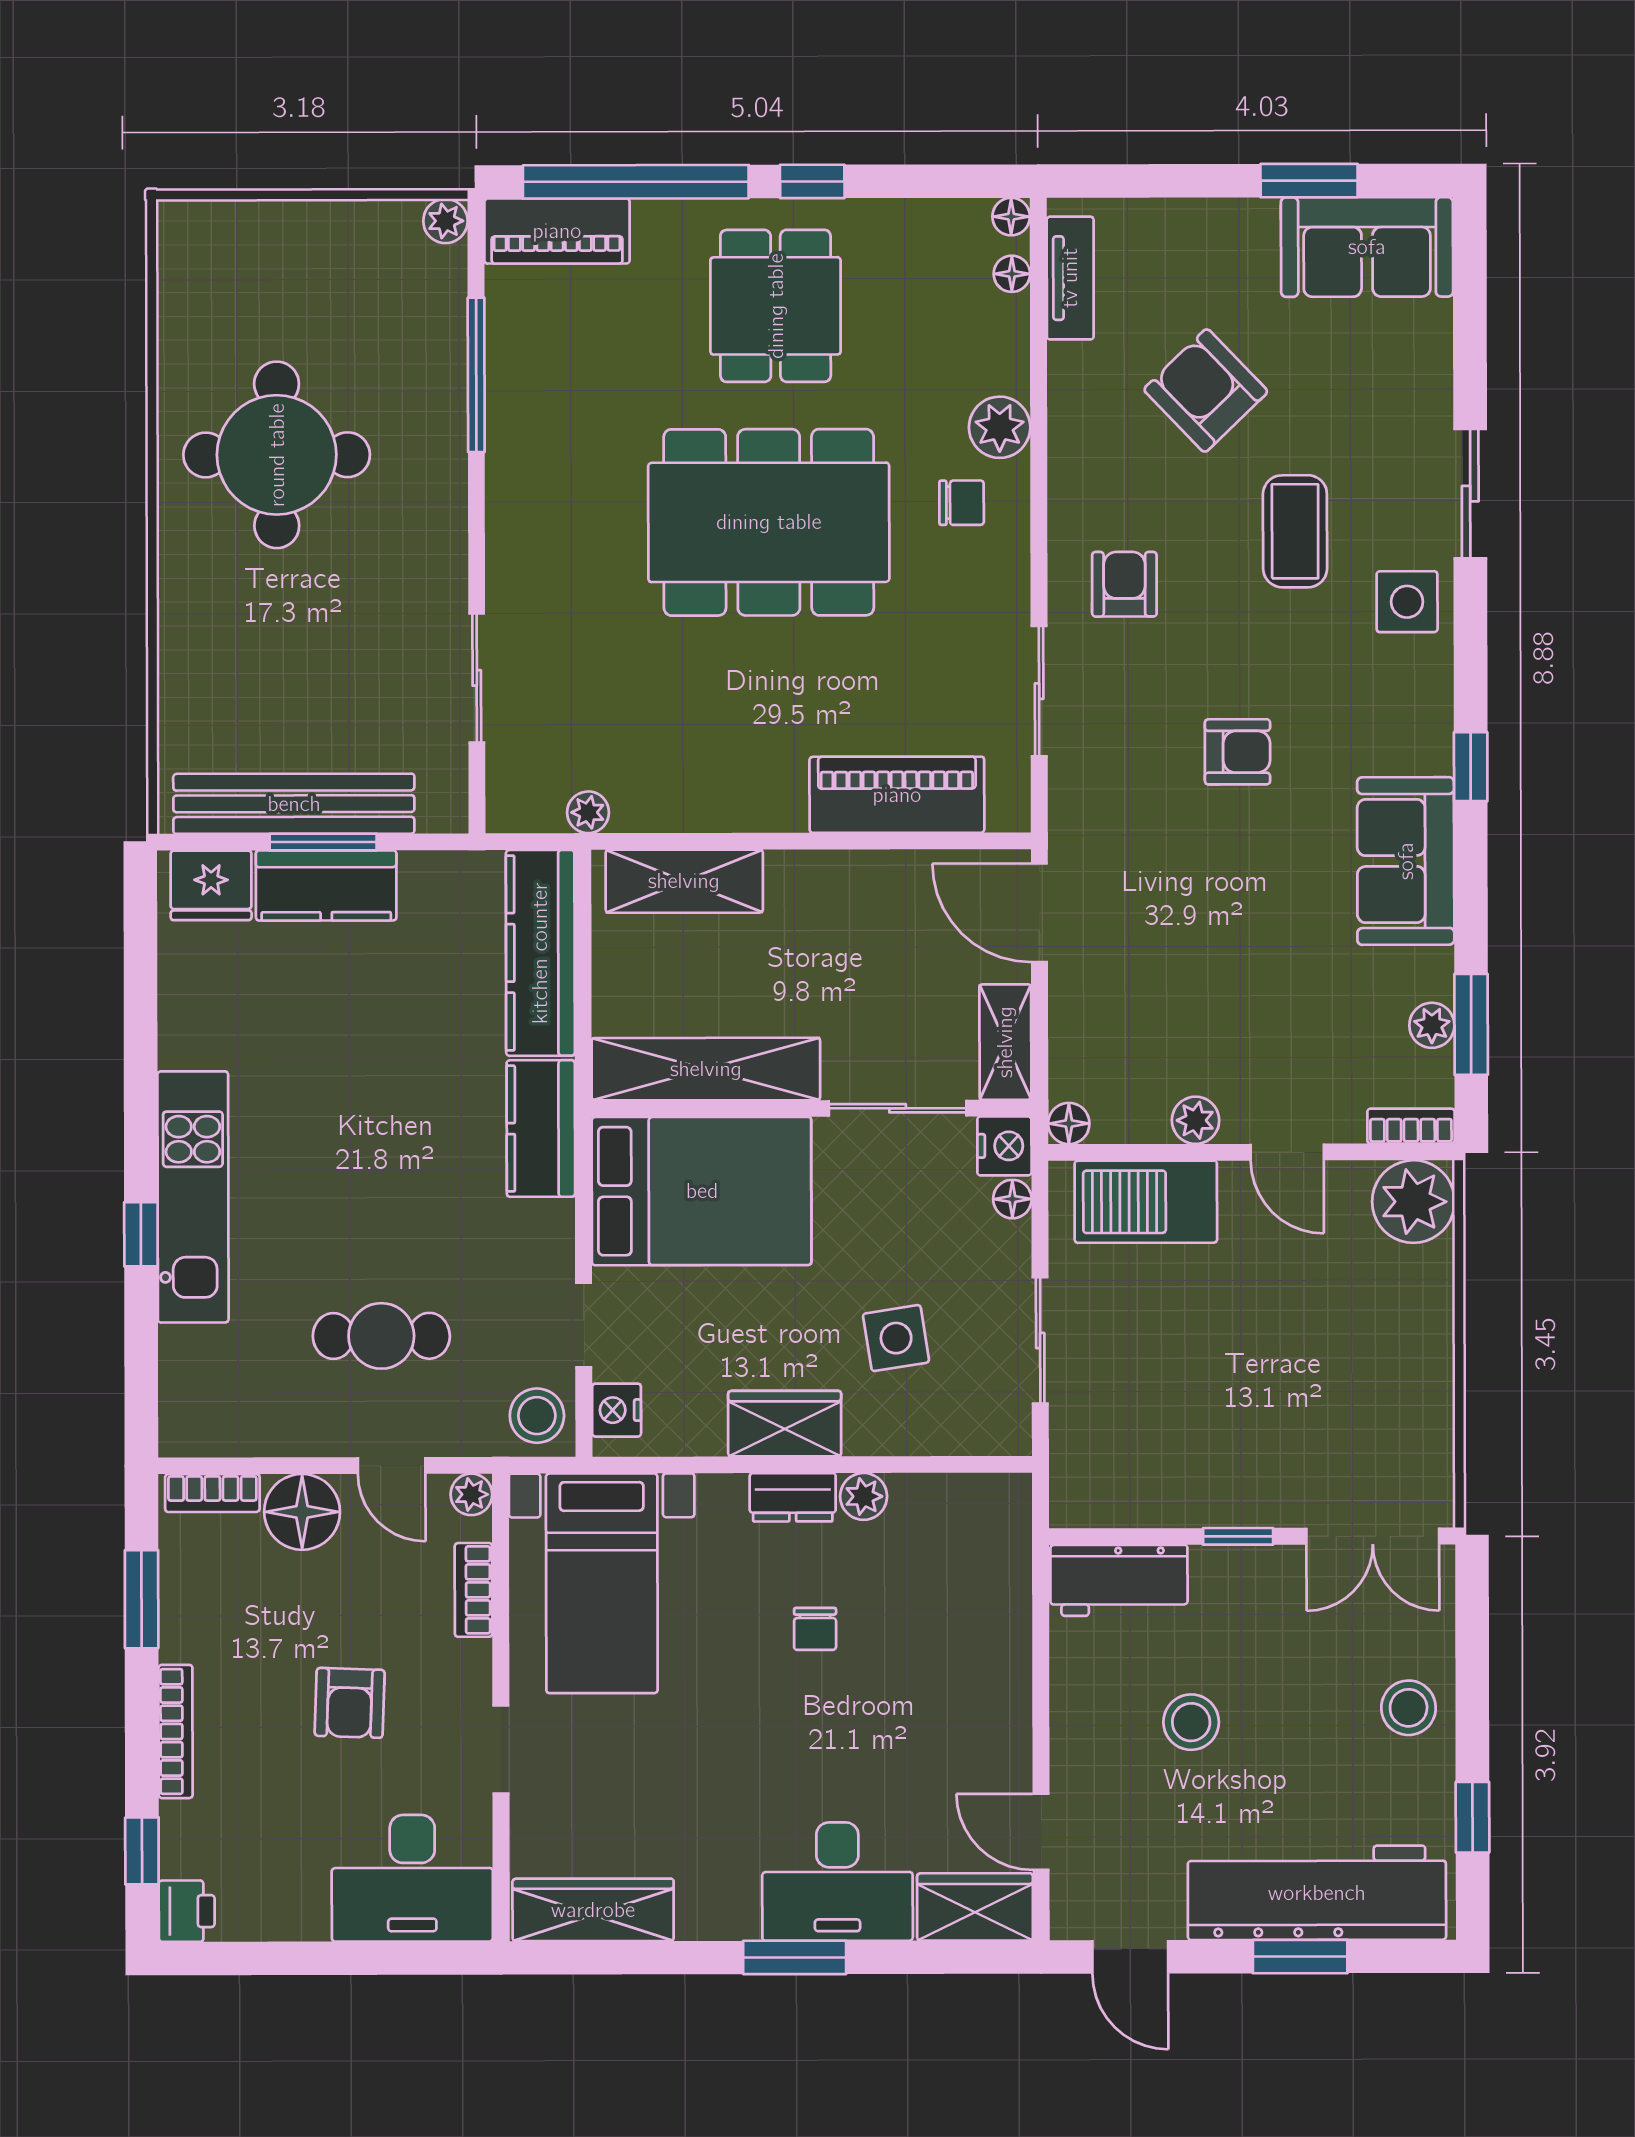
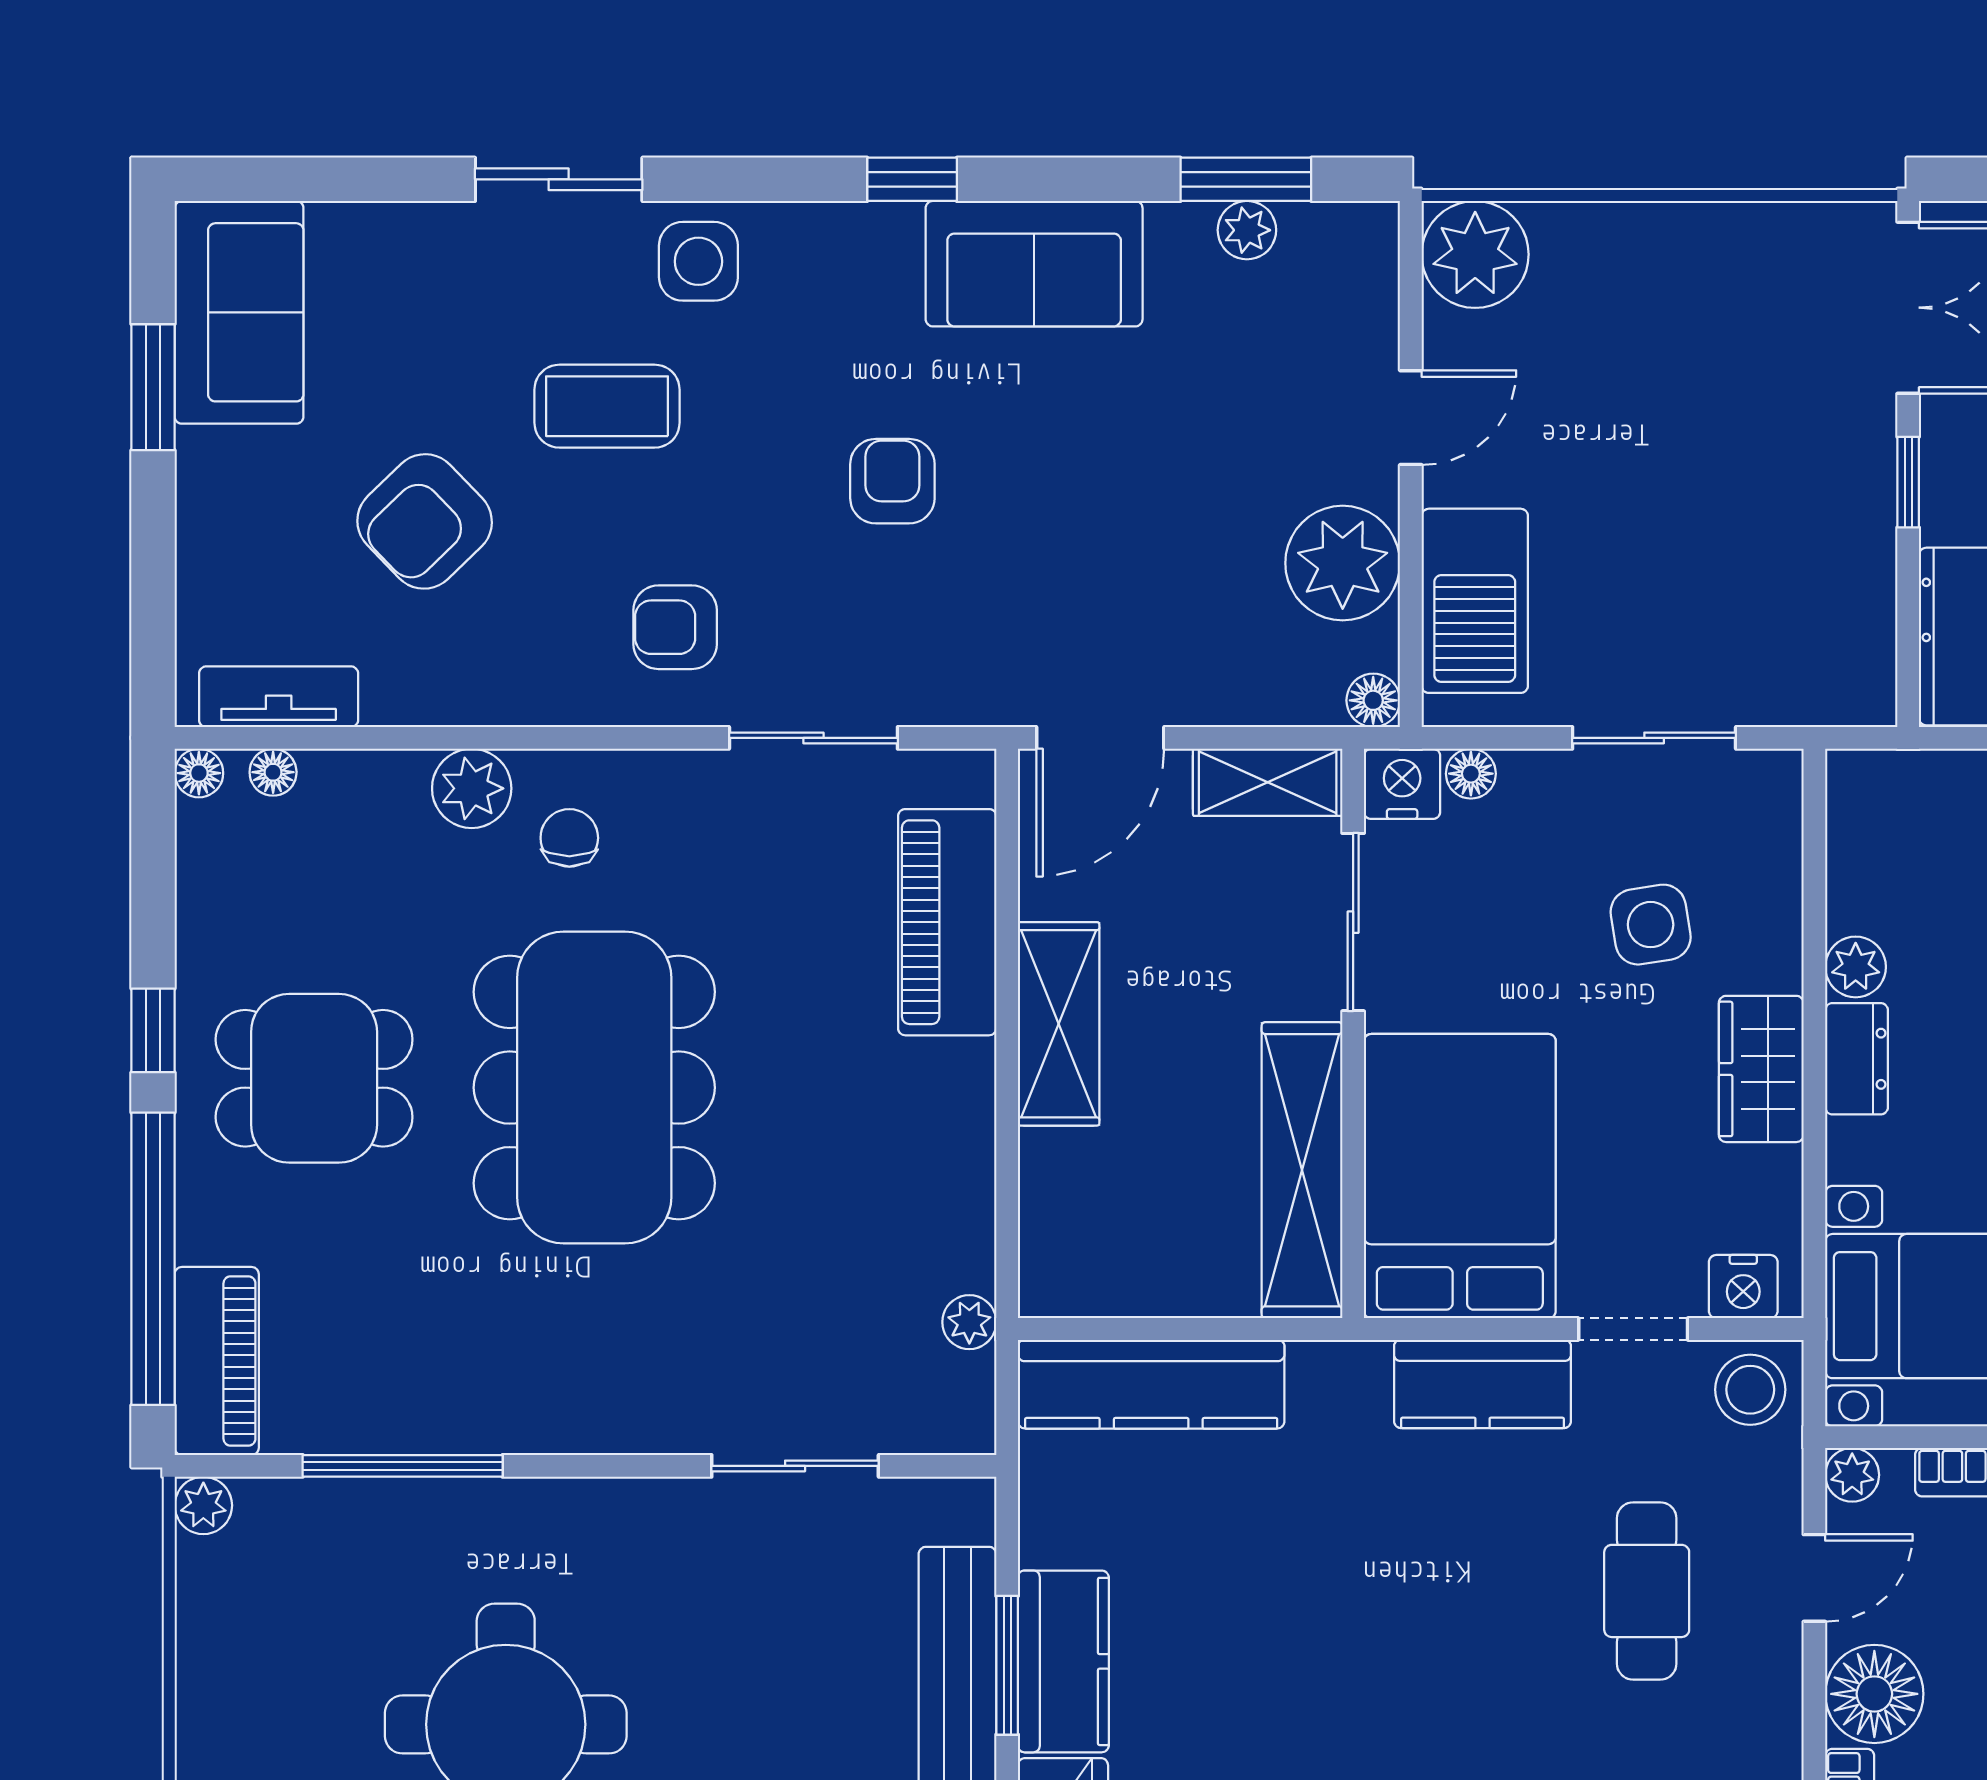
shelving: (684, 881) -> (1059, 1024), moved
plant: (1196, 1120) -> (1343, 563), width x1.88, depth x1.88
bookcase: (1411, 1126) -> (1377, 257), removed
kitchen counter: (541, 1129) -> (1483, 1384), moved

